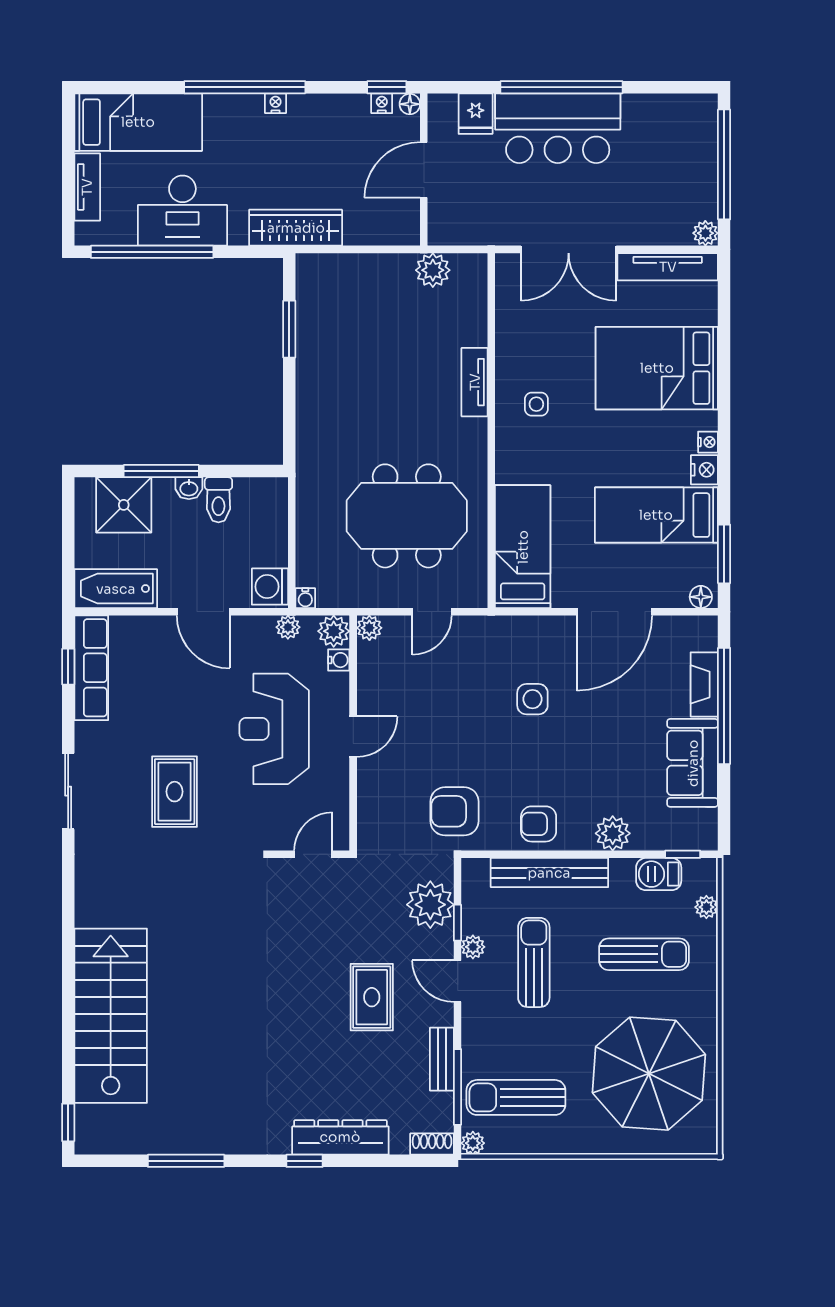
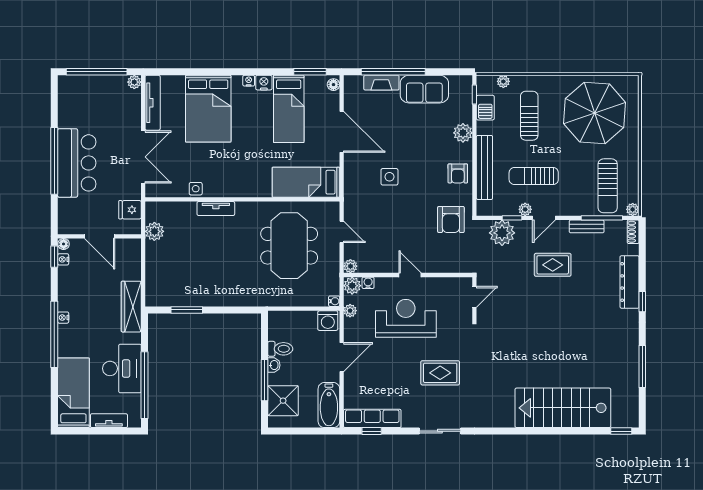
fridge: (476, 114) -> (130, 210), moved, turned 180
side table: (536, 404) -> (196, 189), moved
reception desk: (274, 729) -> (406, 318), turned 180
door: (313, 854) -> (474, 297), swing flipped

